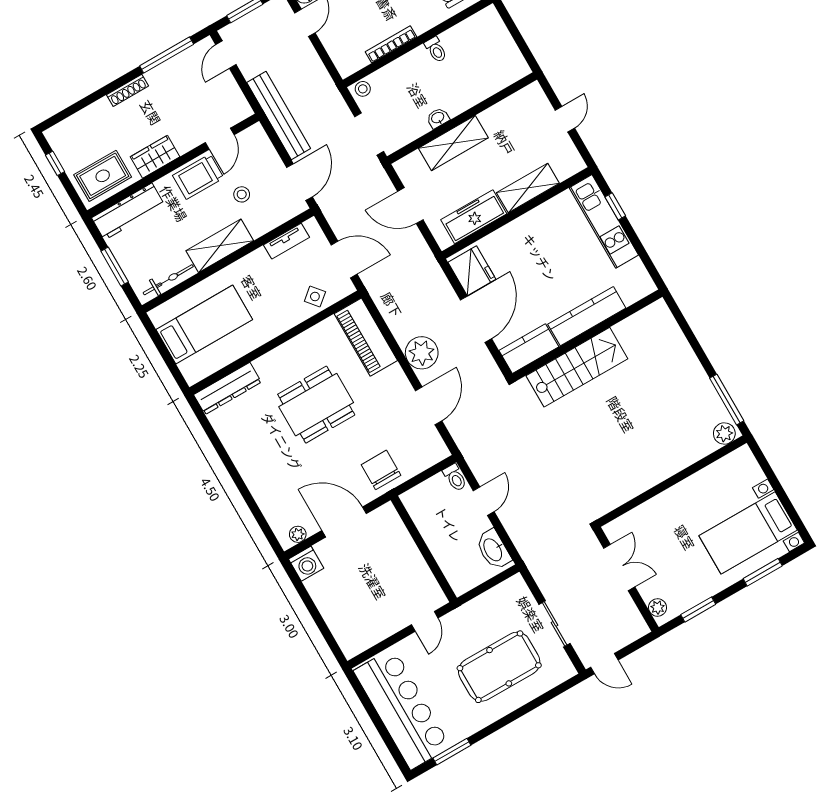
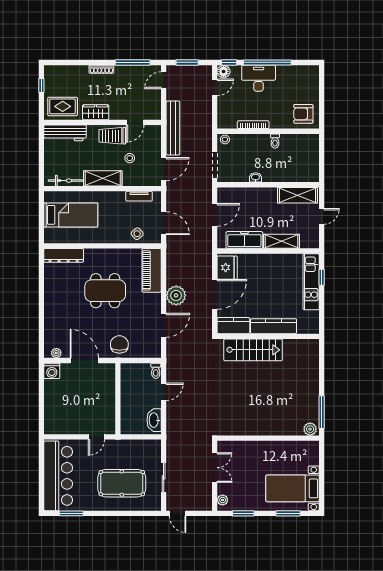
shelving: (453, 143) -> (297, 195), moved
door: (410, 206) -> (215, 215), swing flipped
window: (115, 266) -> (41, 157), removed

